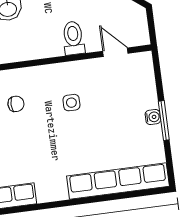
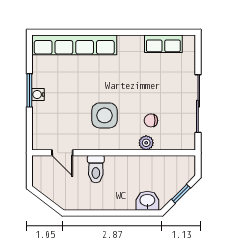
plant: (18, 77) -> (146, 143), added
side table: (71, 103) -> (104, 115), width x1.87, depth x1.87

